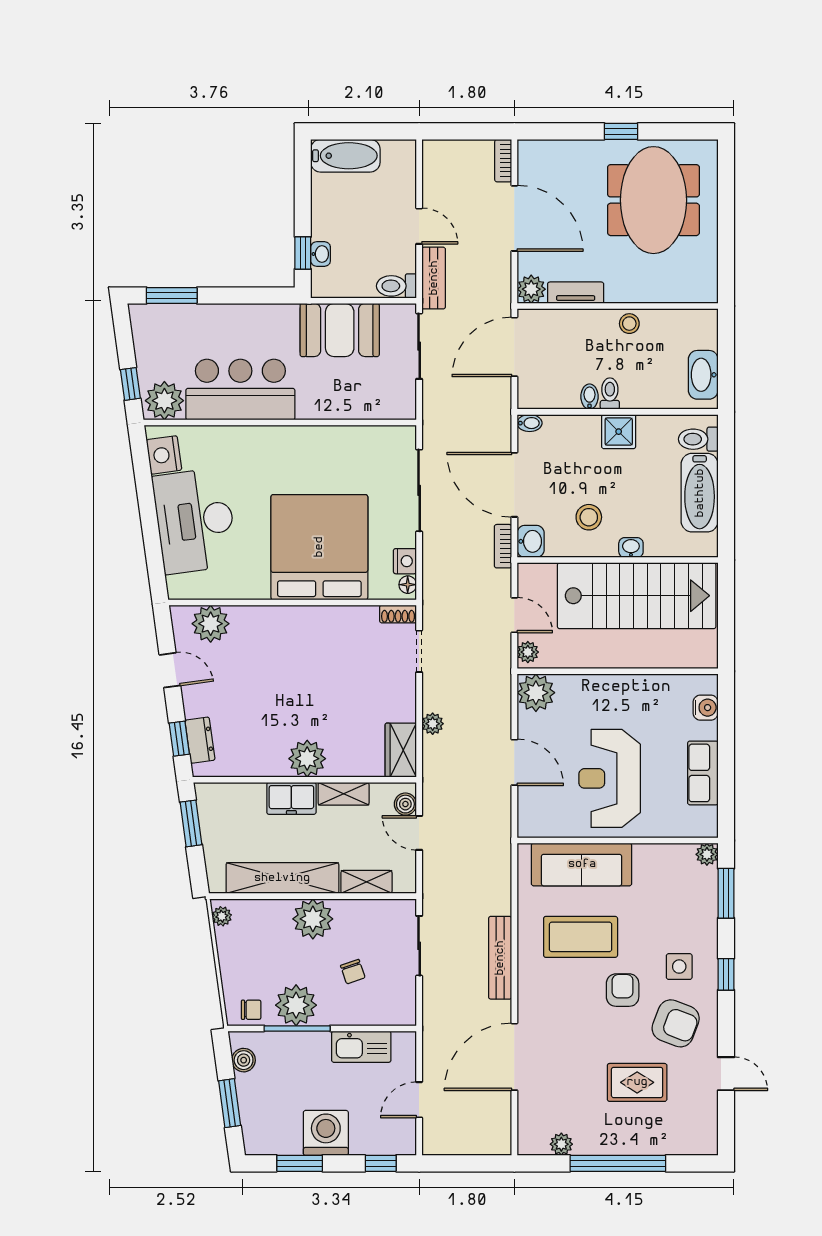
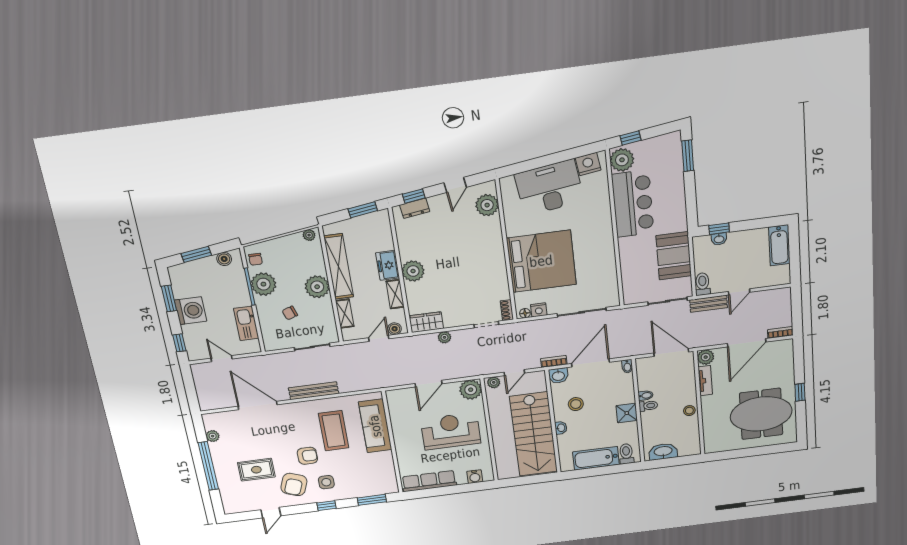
row of seats: (703, 773) -> (429, 481), width x1.48
reception desk: (610, 778) -> (451, 431), moved
plant: (707, 854) -> (392, 488), removed
rug: (637, 1082) -> (256, 470), turned 90

